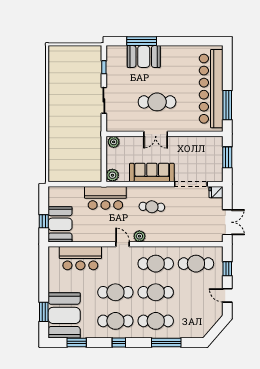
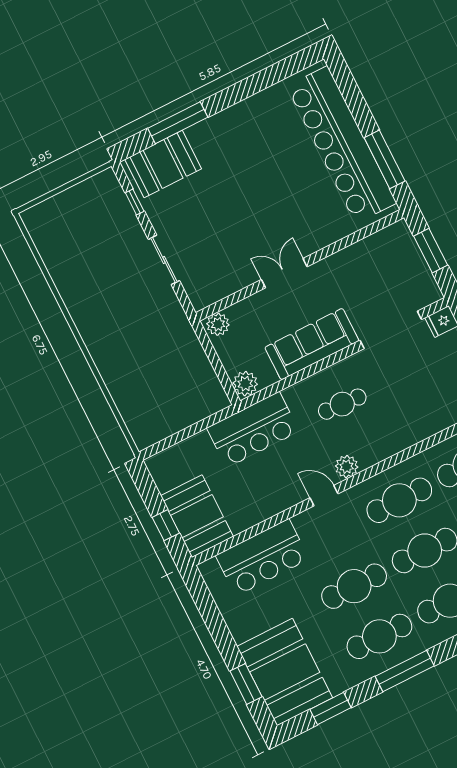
booth: (144, 57) -> (163, 164), moved
cafe table: (157, 102) -> (259, 216), removed
double door: (156, 134) -> (284, 273), swing flipped
window: (119, 342) -> (405, 671), width x2.17

